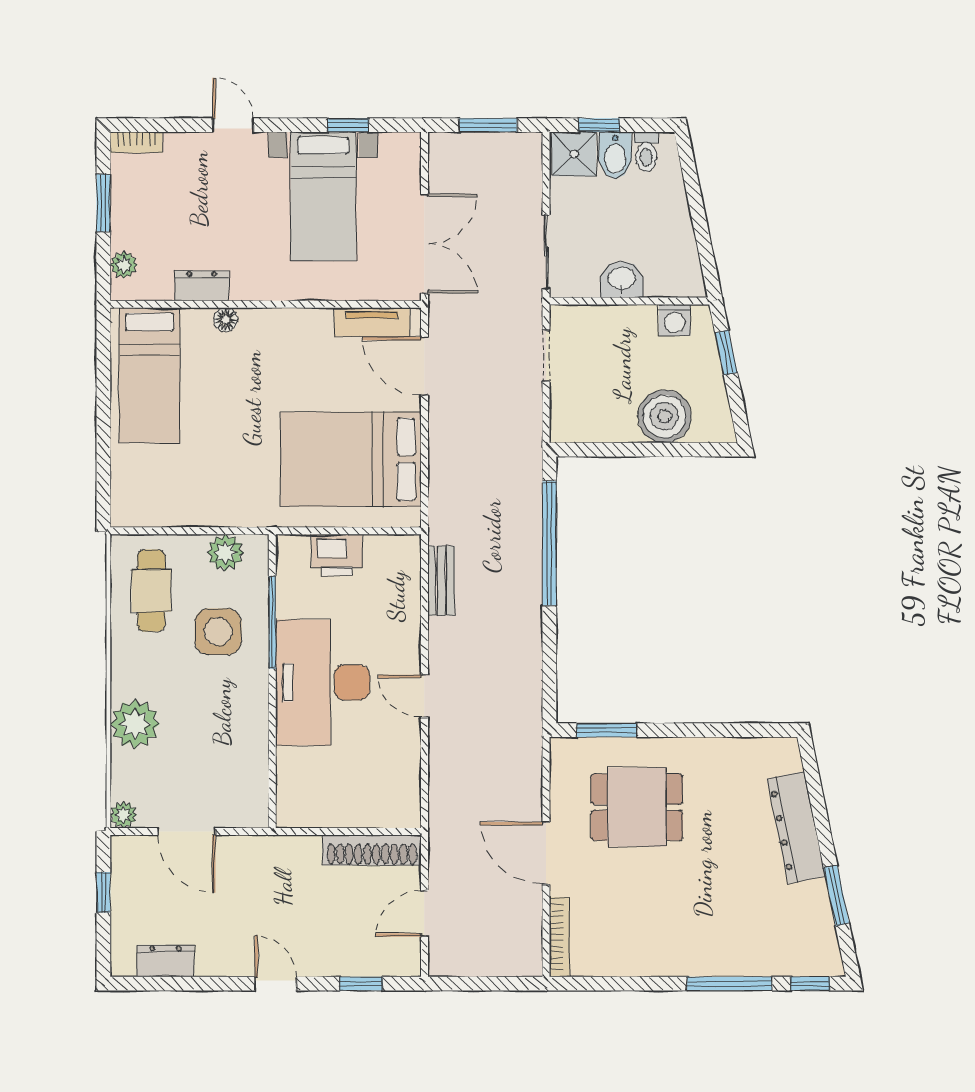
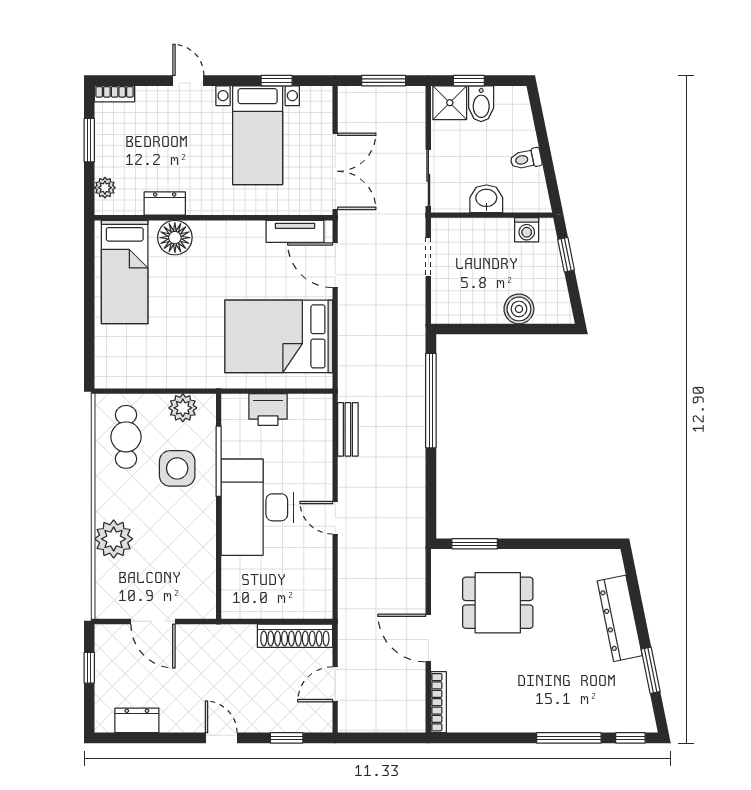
toilet: (646, 152) -> (526, 159), moved, turned 79
floor lamp: (226, 320) -> (175, 238), width x1.89, depth x1.89
boiler: (665, 416) -> (519, 309), width x0.73, depth x0.73
plant: (123, 815) -> (105, 609), removed

